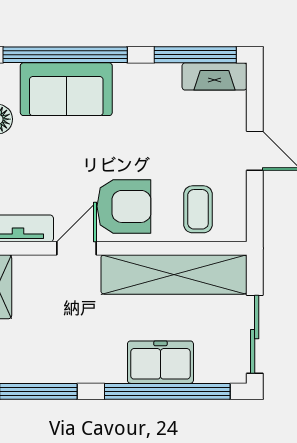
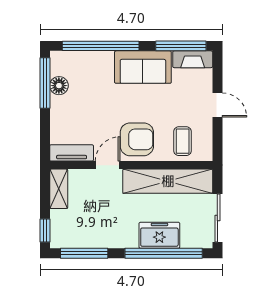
sofa: (66, 89) -> (143, 67), moved

